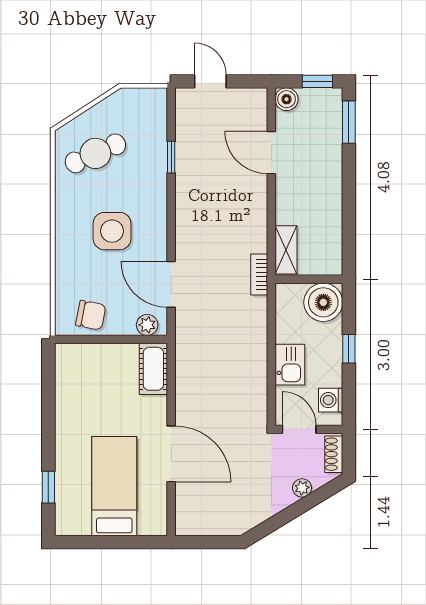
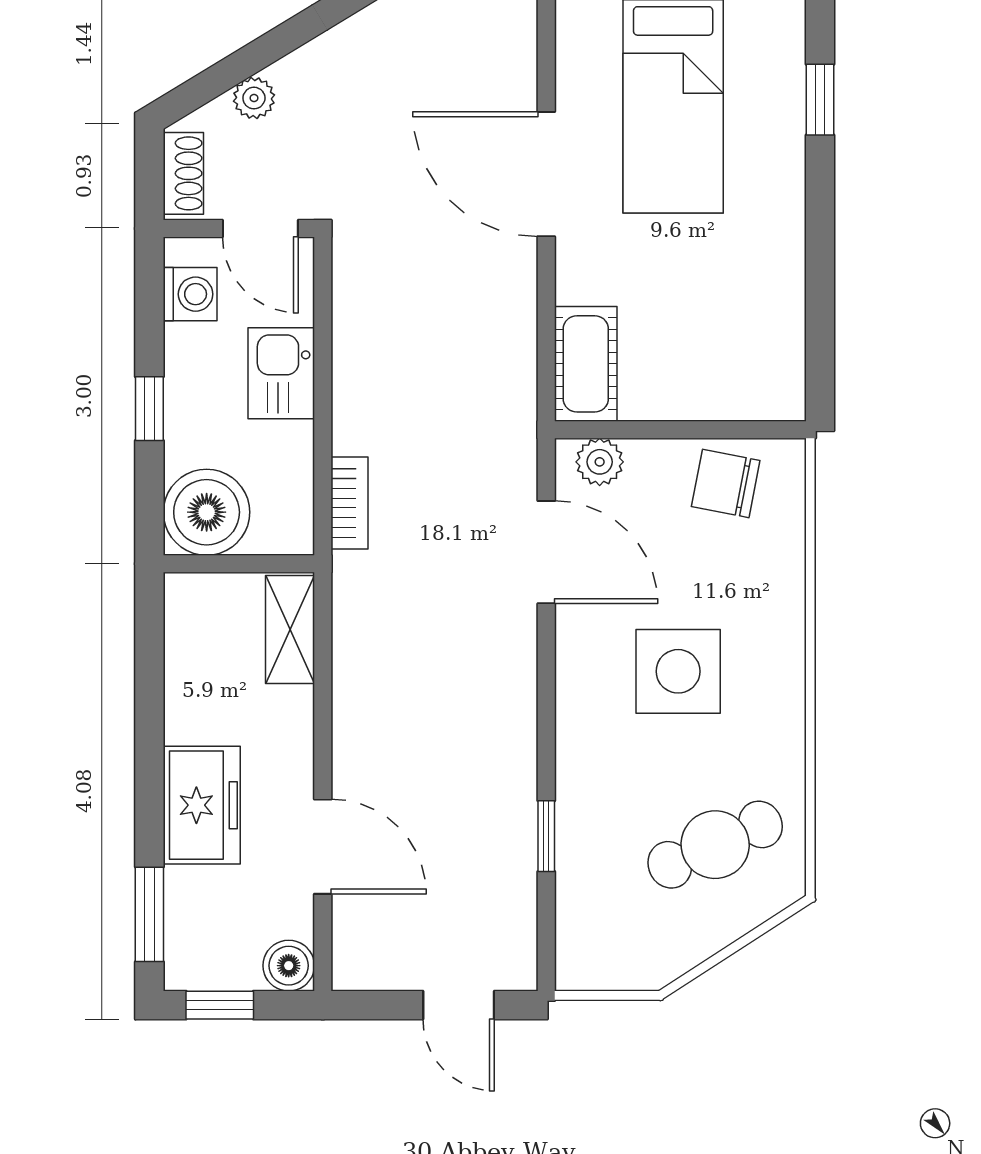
freezer: (325, 171) -> (202, 805), added
bookcase: (259, 275) -> (349, 503), moved

